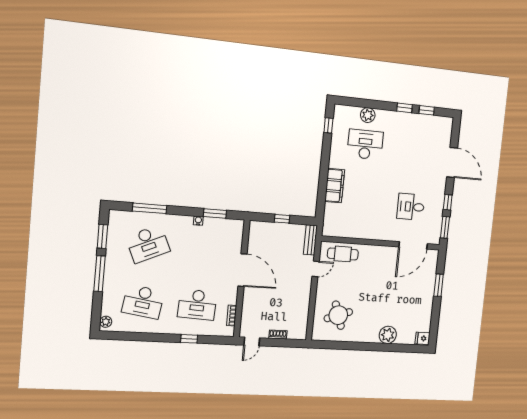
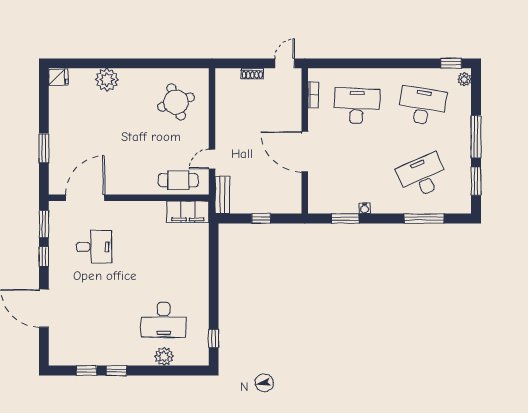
filing cabinet: (335, 186) -> (188, 212), moved, turned -90
window: (189, 339) -> (451, 63), moved

